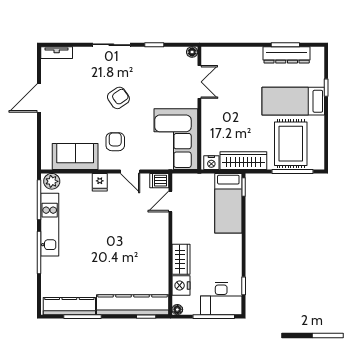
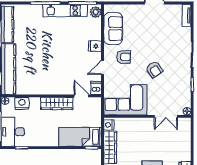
armchair: (118, 98) -> (154, 70), moved
wardrobe: (181, 259) -> (57, 103), moved, width x1.50

